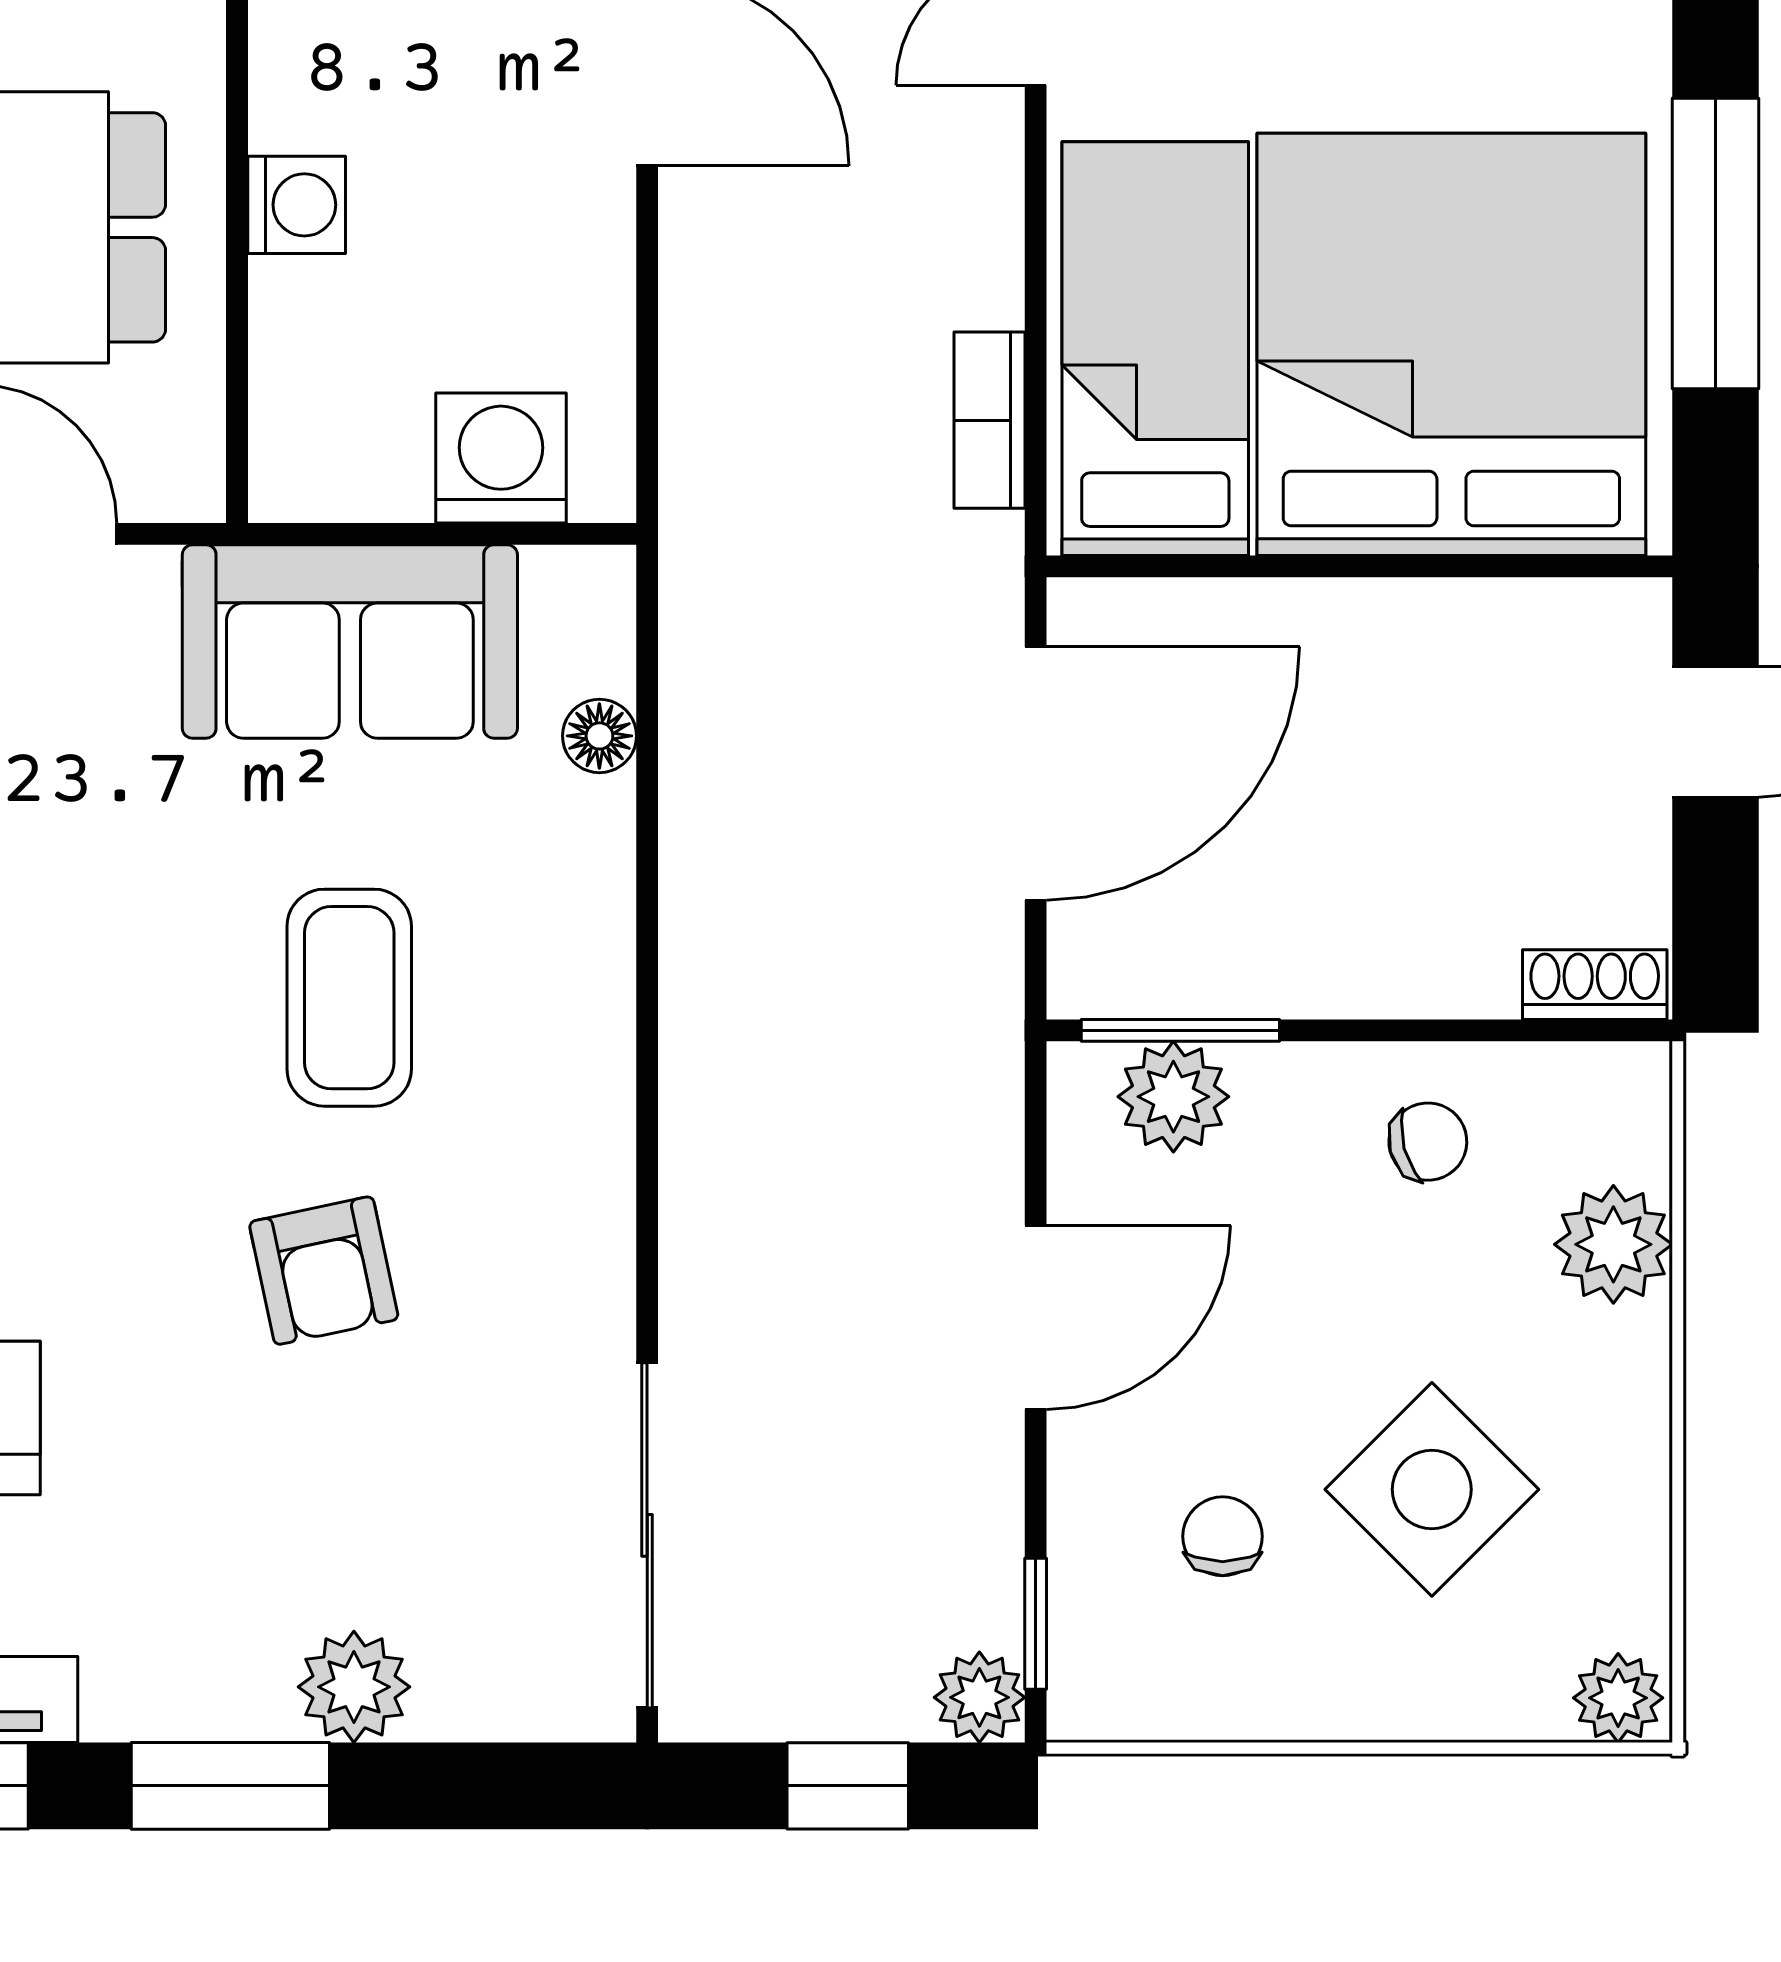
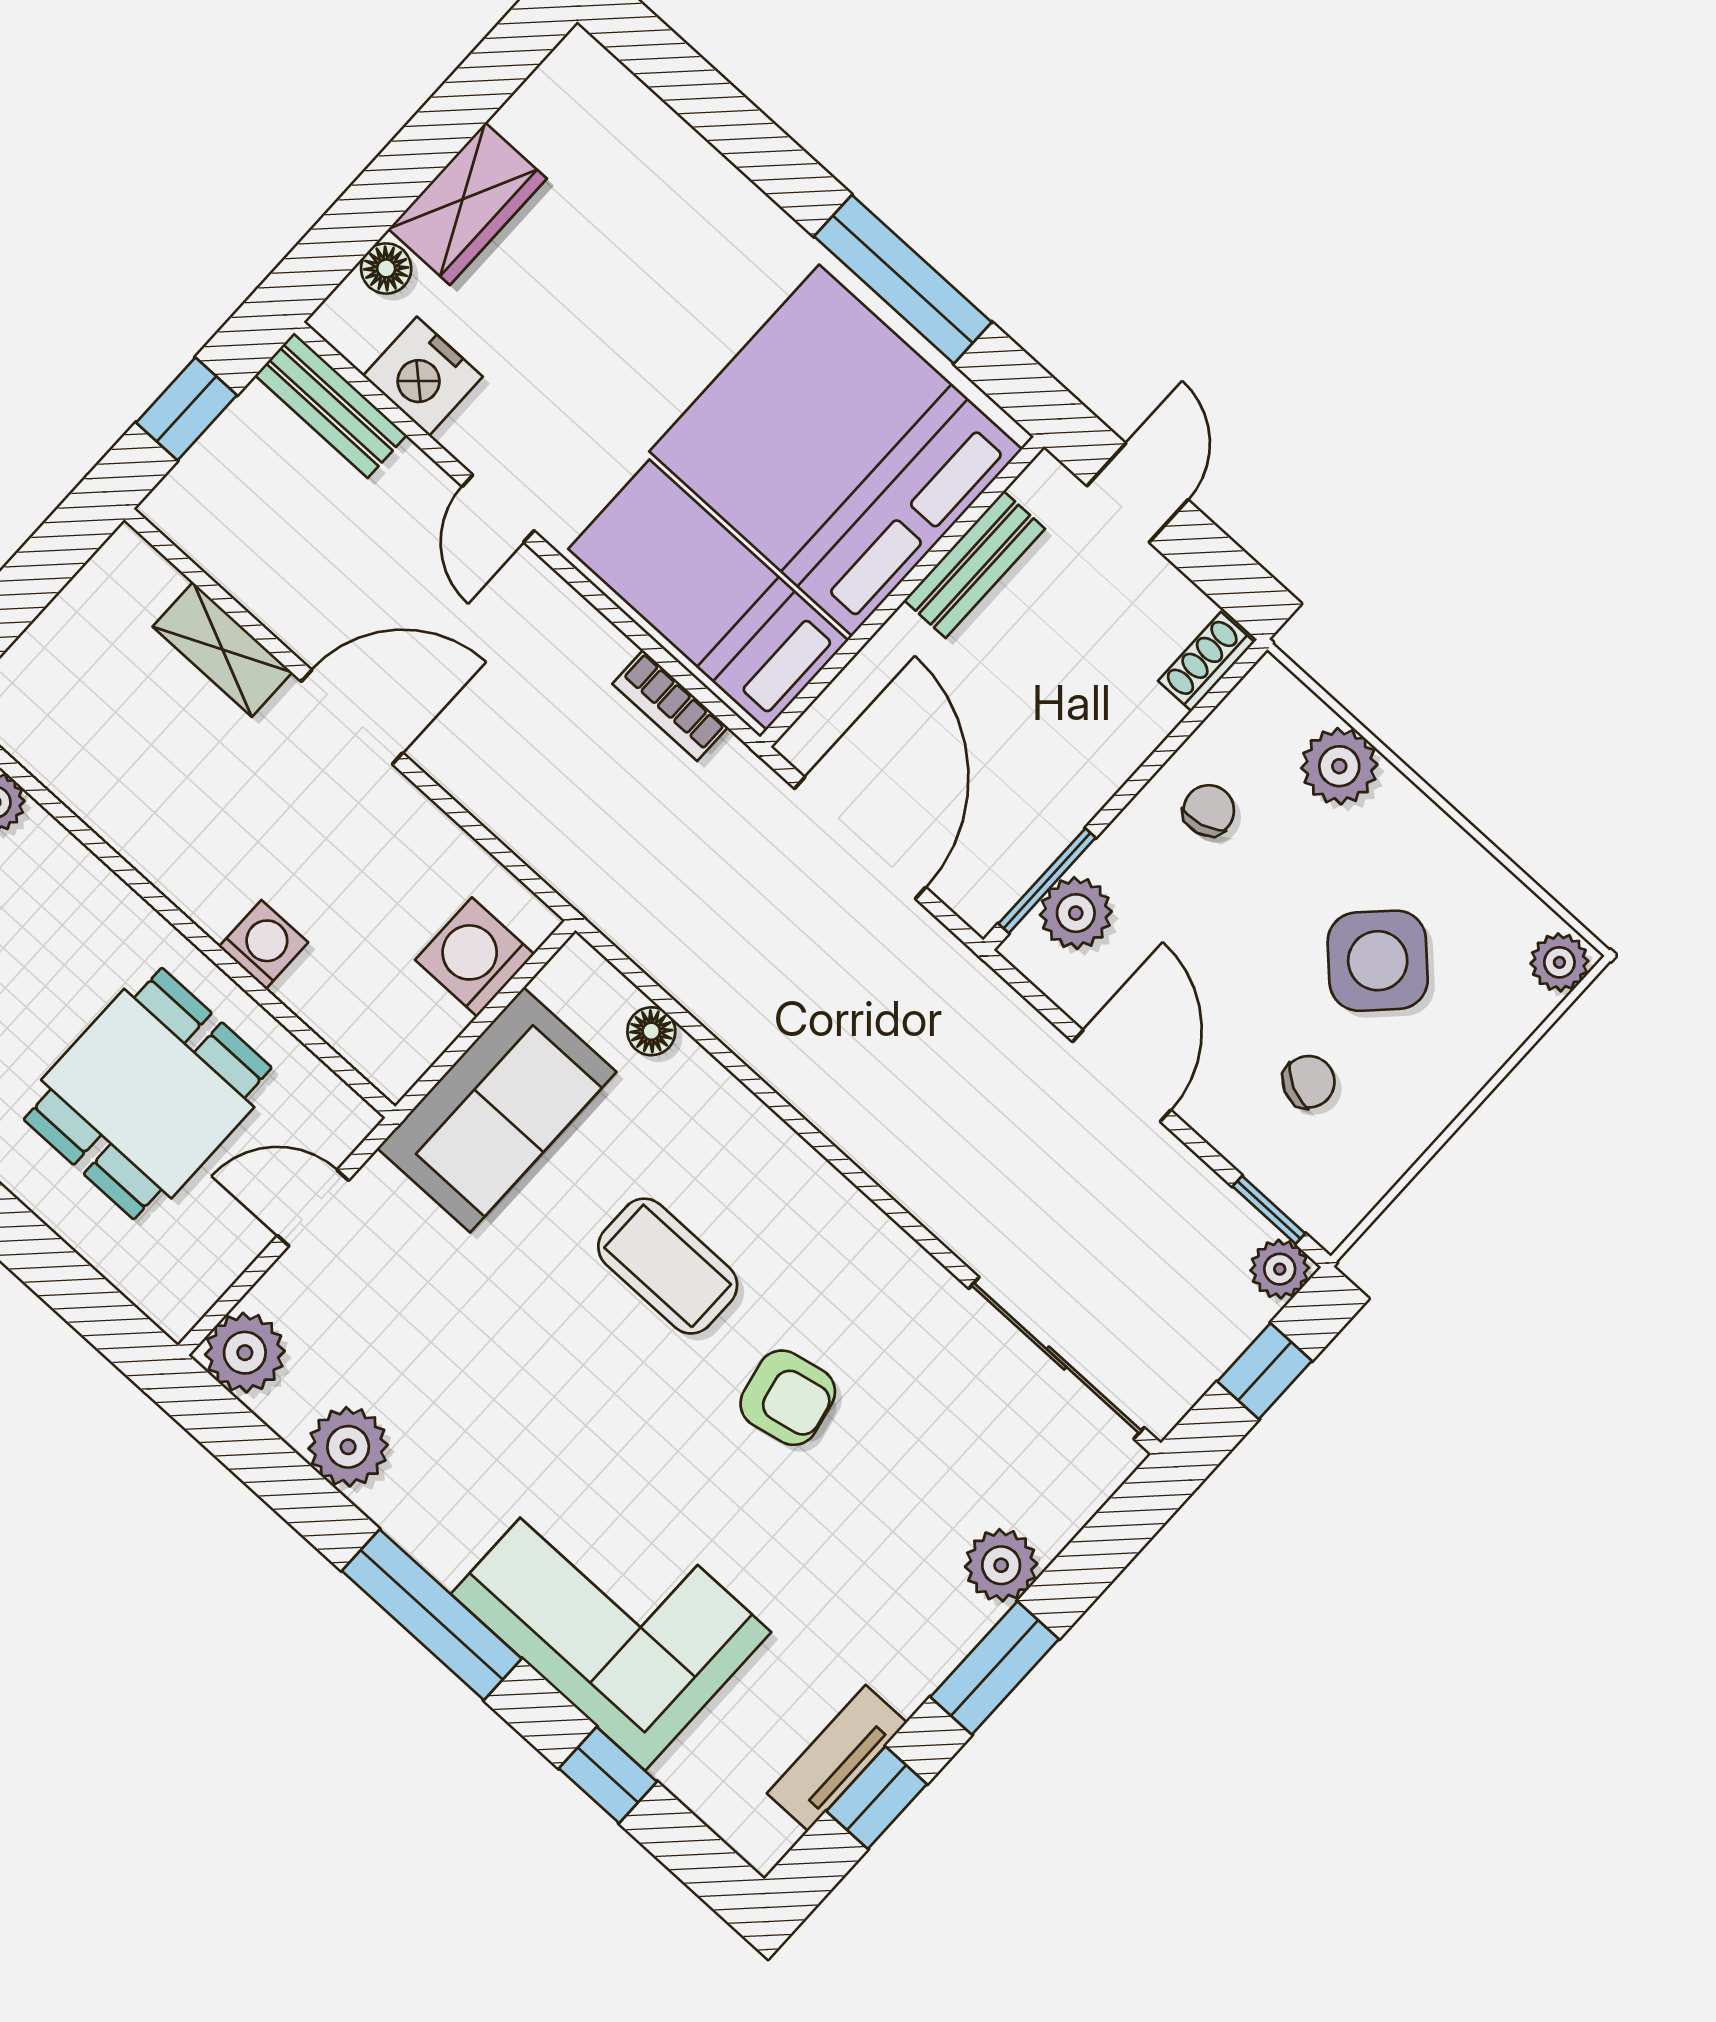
bench: (1465, 621) -> (975, 565), added
chair: (1223, 1536) -> (1309, 1082), turned 116

